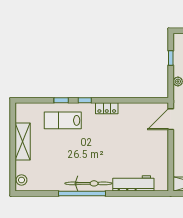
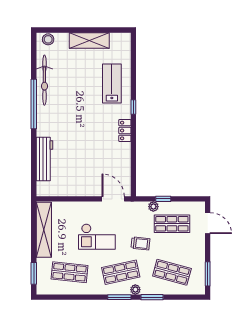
window: (171, 58) -> (163, 199), moved
window: (61, 100) -> (133, 82), removed
bicycle: (88, 183) -> (44, 80), moved

